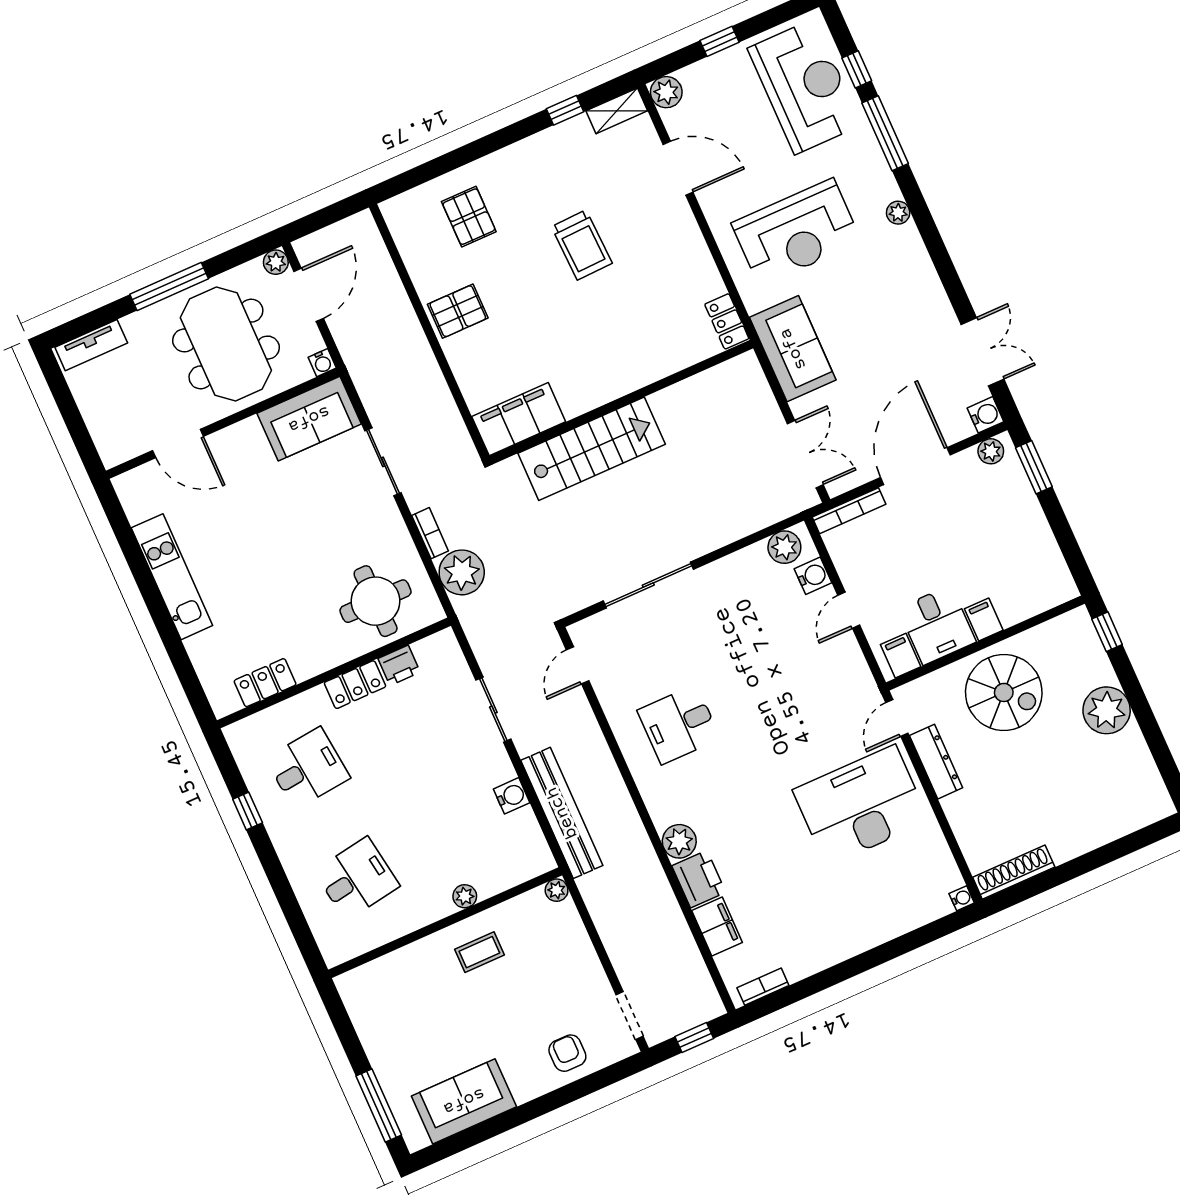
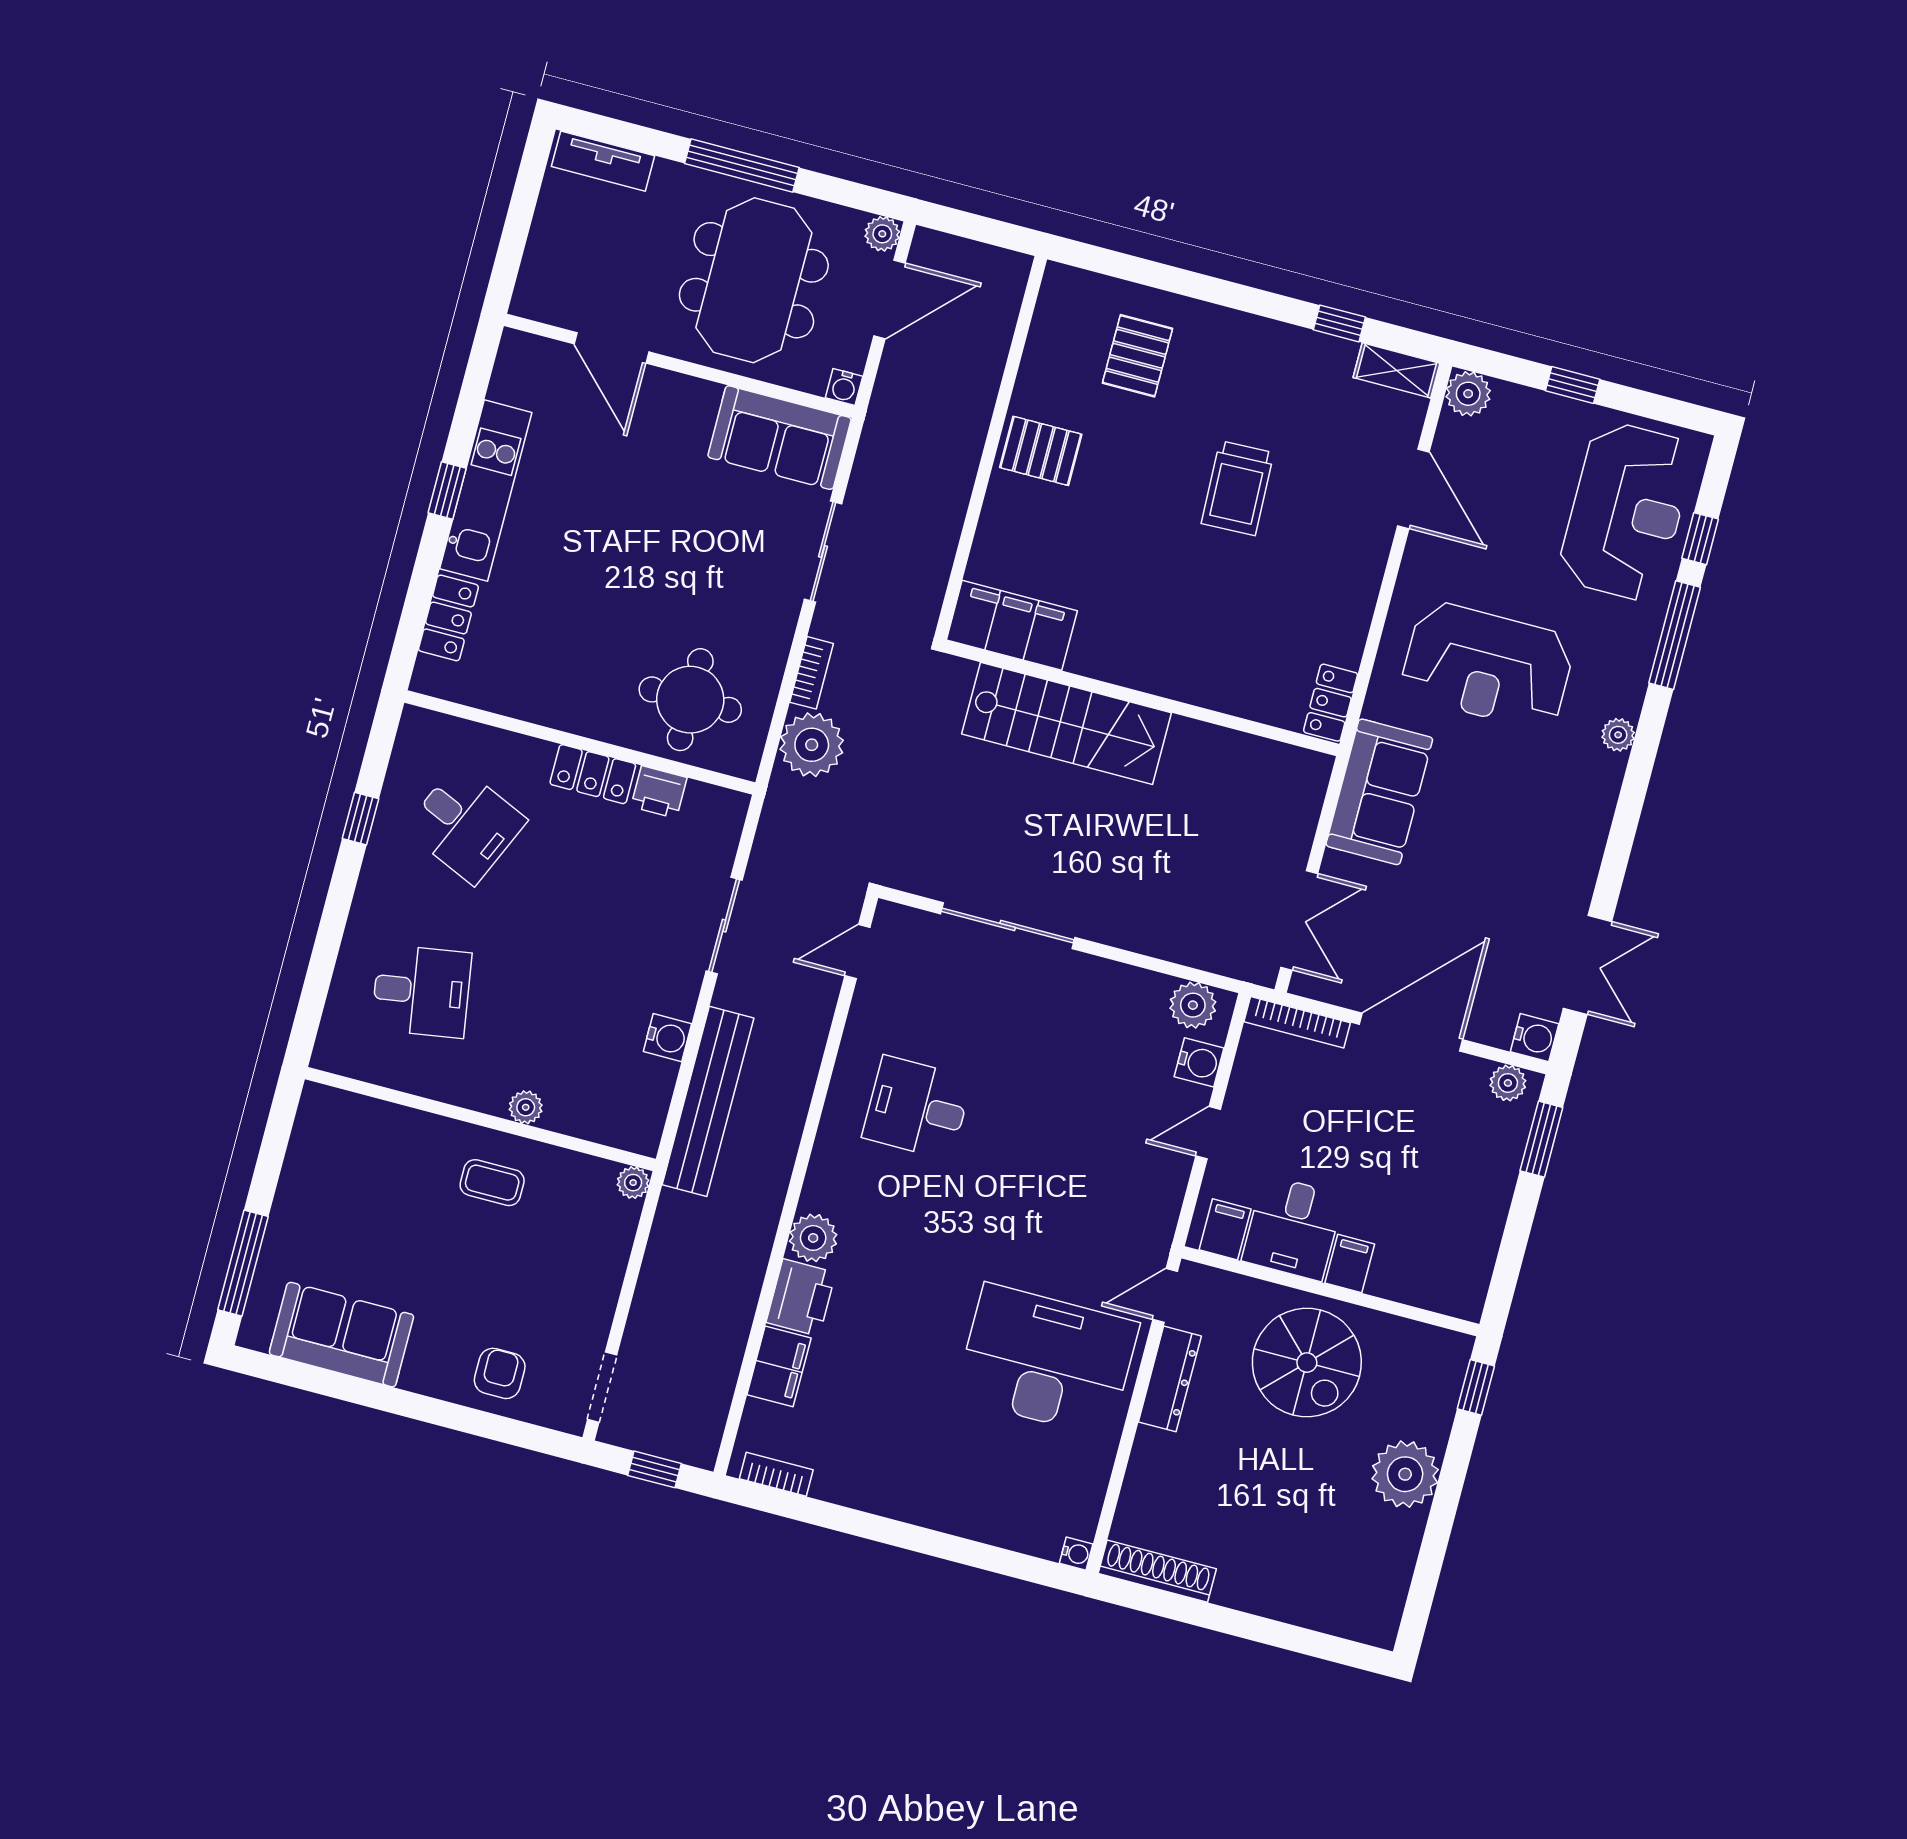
window: (151, 594) -> (447, 491), added
locker: (265, 683) -> (448, 618), moved, turned 90
desk: (308, 768) -> (465, 825), turned 30

